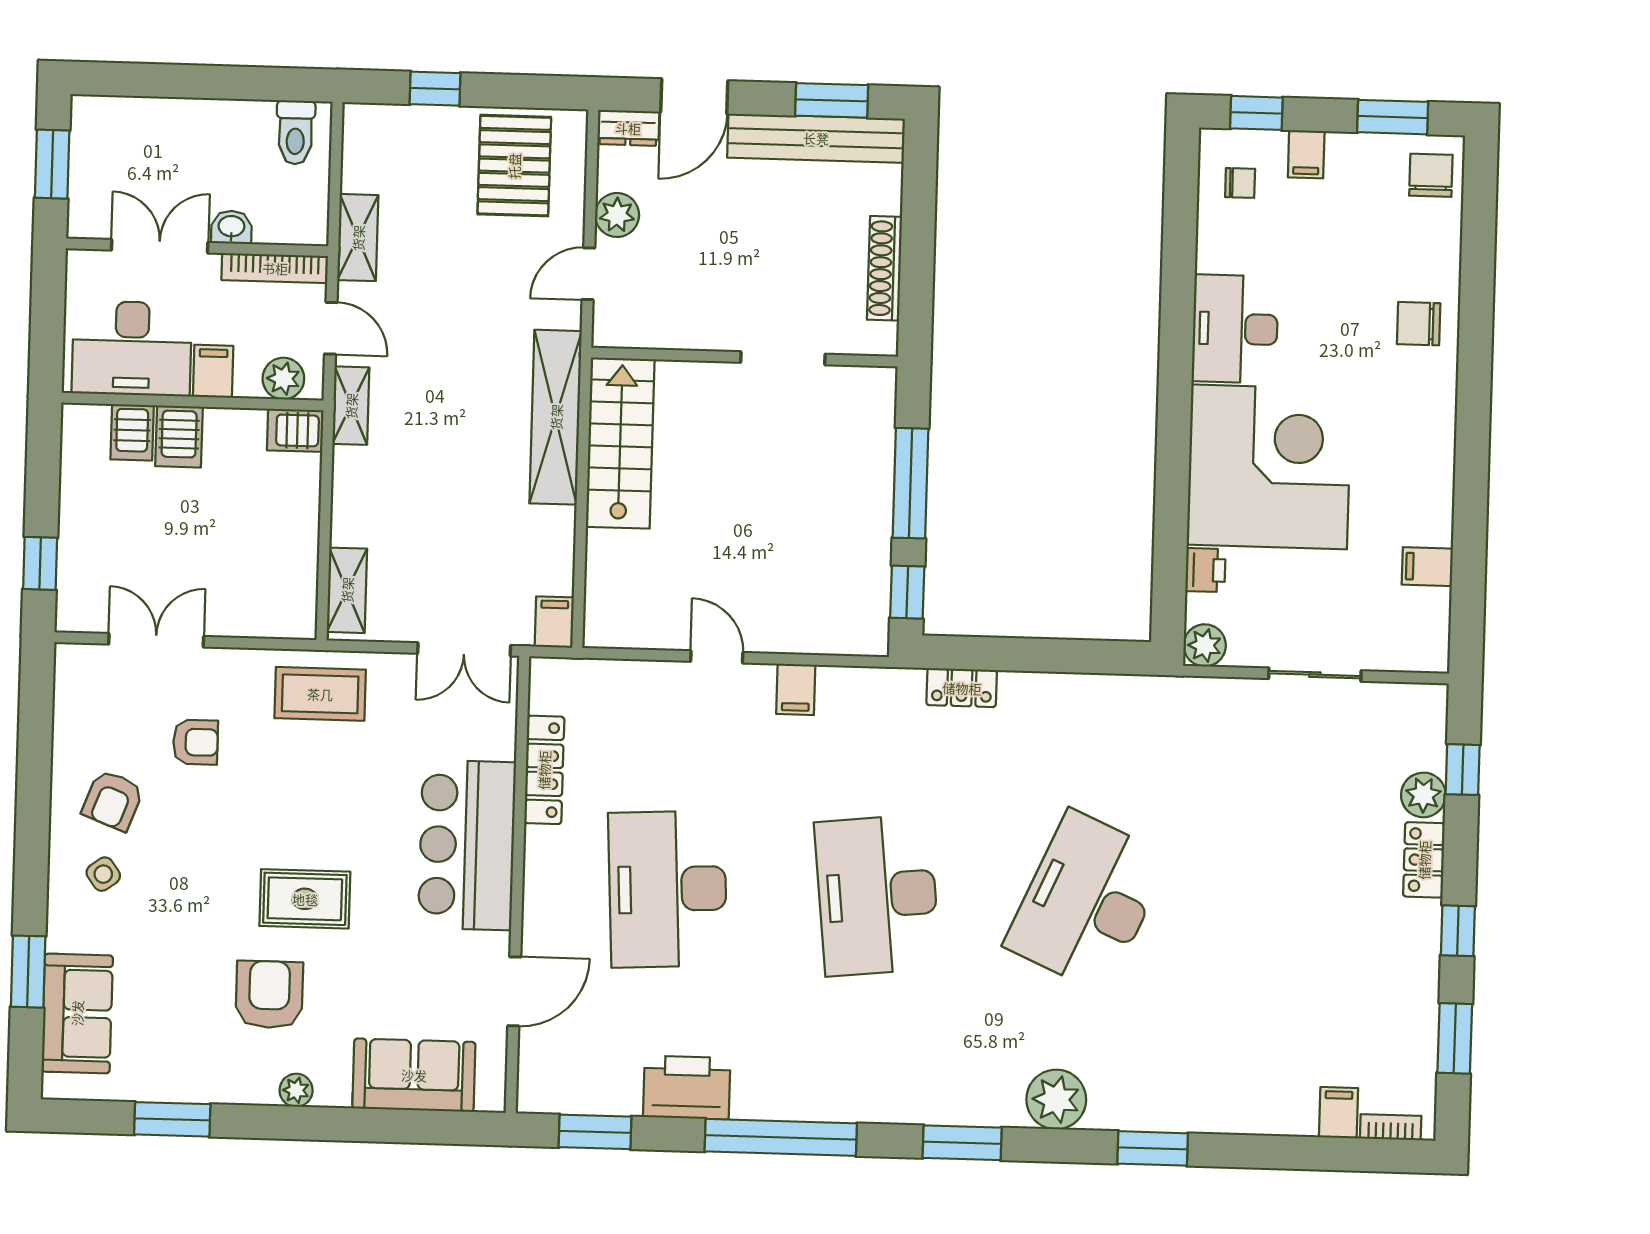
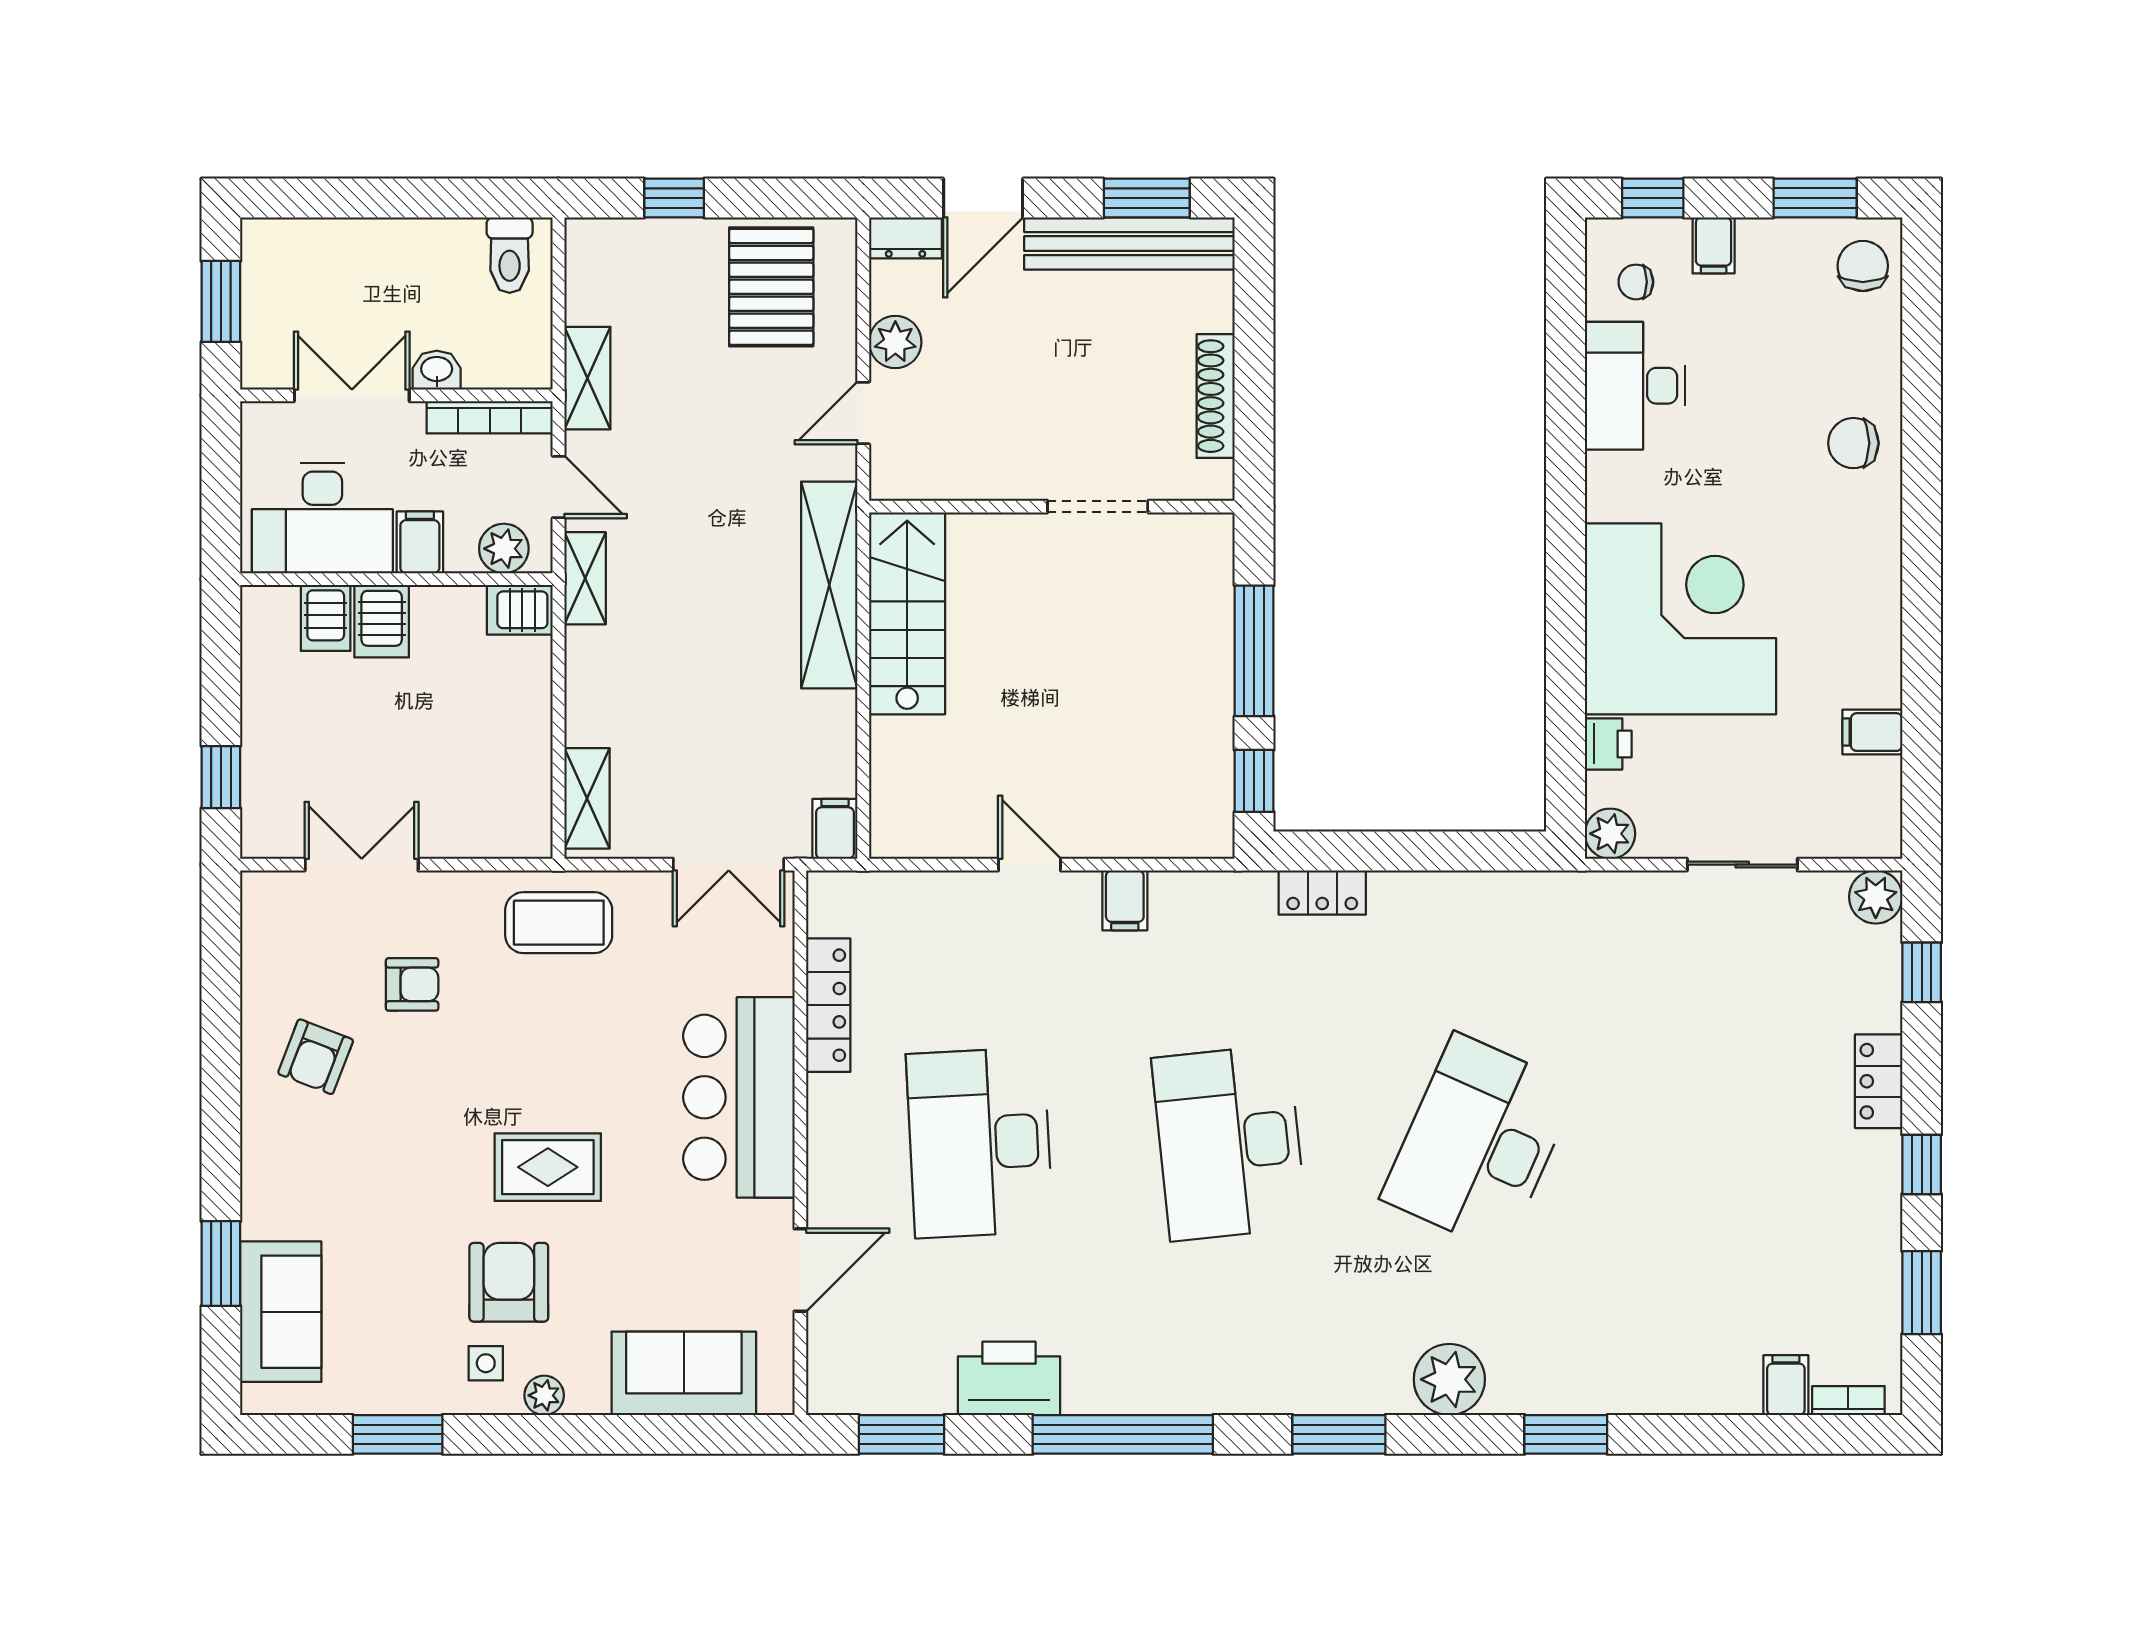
chair: (1240, 183) -> (1636, 282), turned 180
desk: (1235, 329) -> (1635, 386), moved
plant: (1423, 795) -> (1876, 897), moved
side table: (103, 874) -> (486, 1363), moved, turned 36

